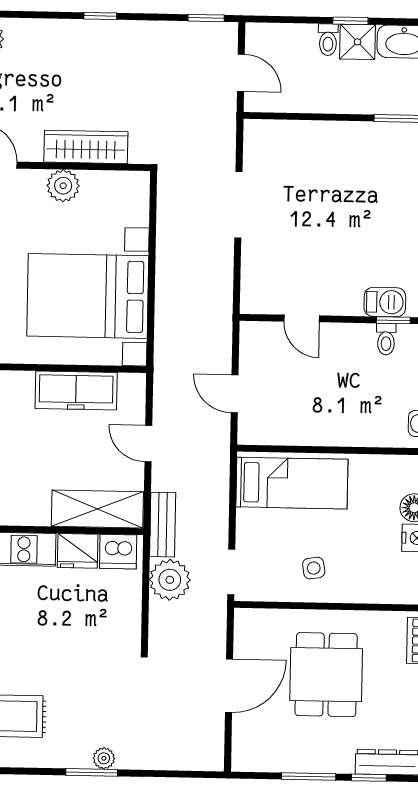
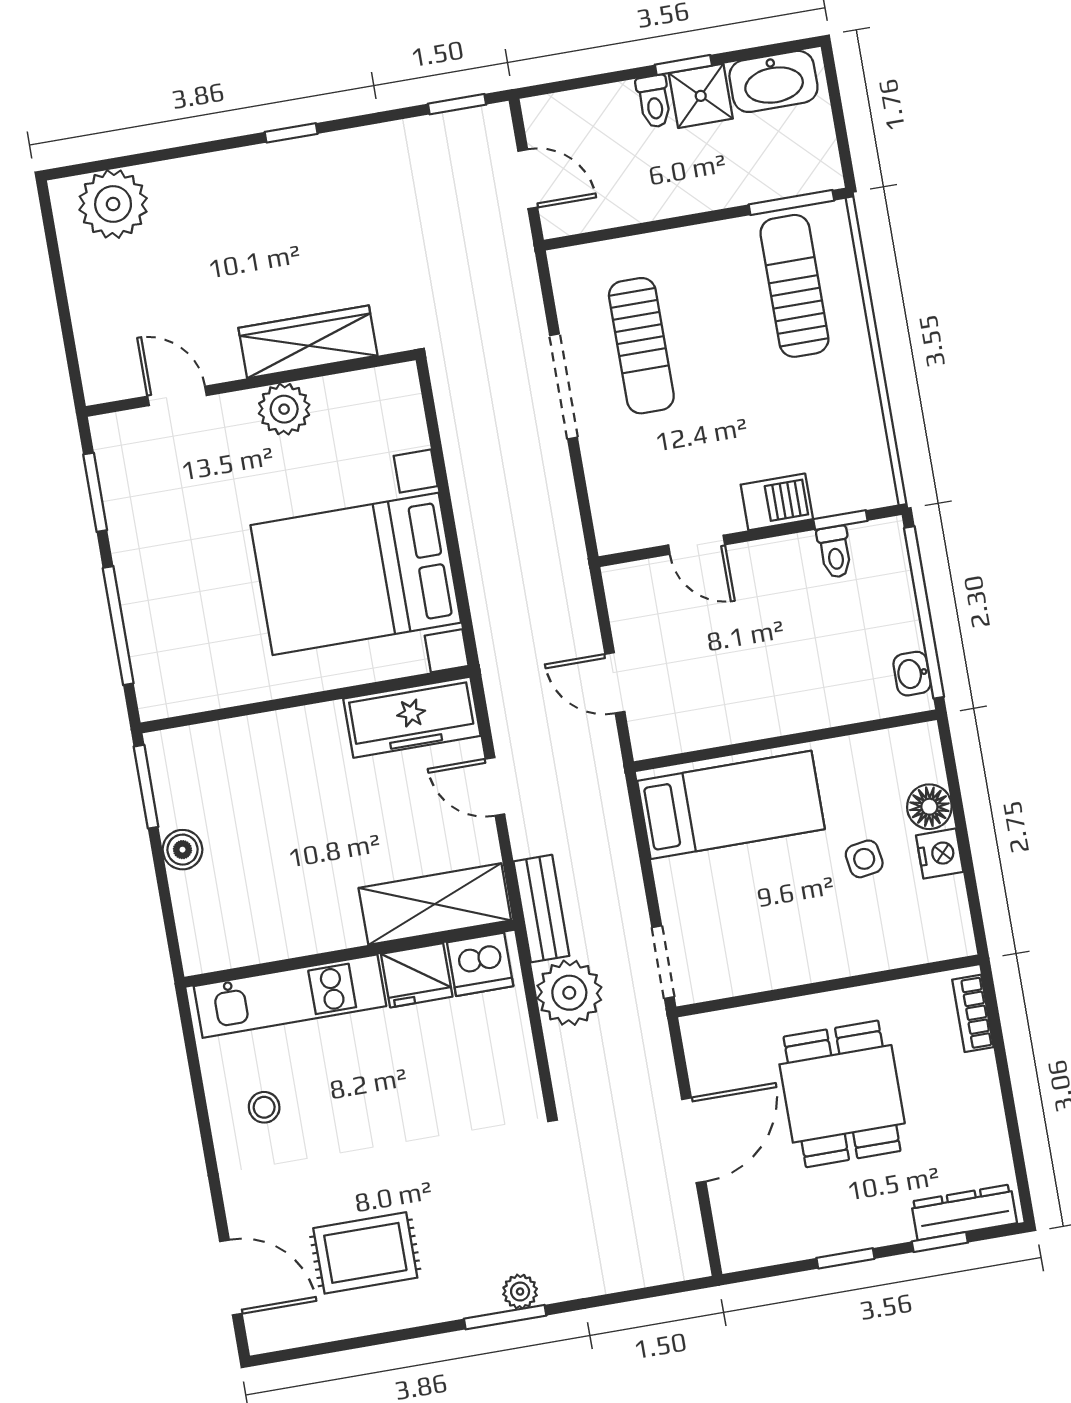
sun lounger: (393, 170) -> (794, 286), added
sun lounger: (291, 189) -> (641, 346), added
barbecue: (385, 302) -> (777, 502), moved
freezer: (76, 390) -> (412, 717), moved
side table: (314, 568) -> (864, 859), moved
window: (309, 777) -> (845, 1258), width x0.67

